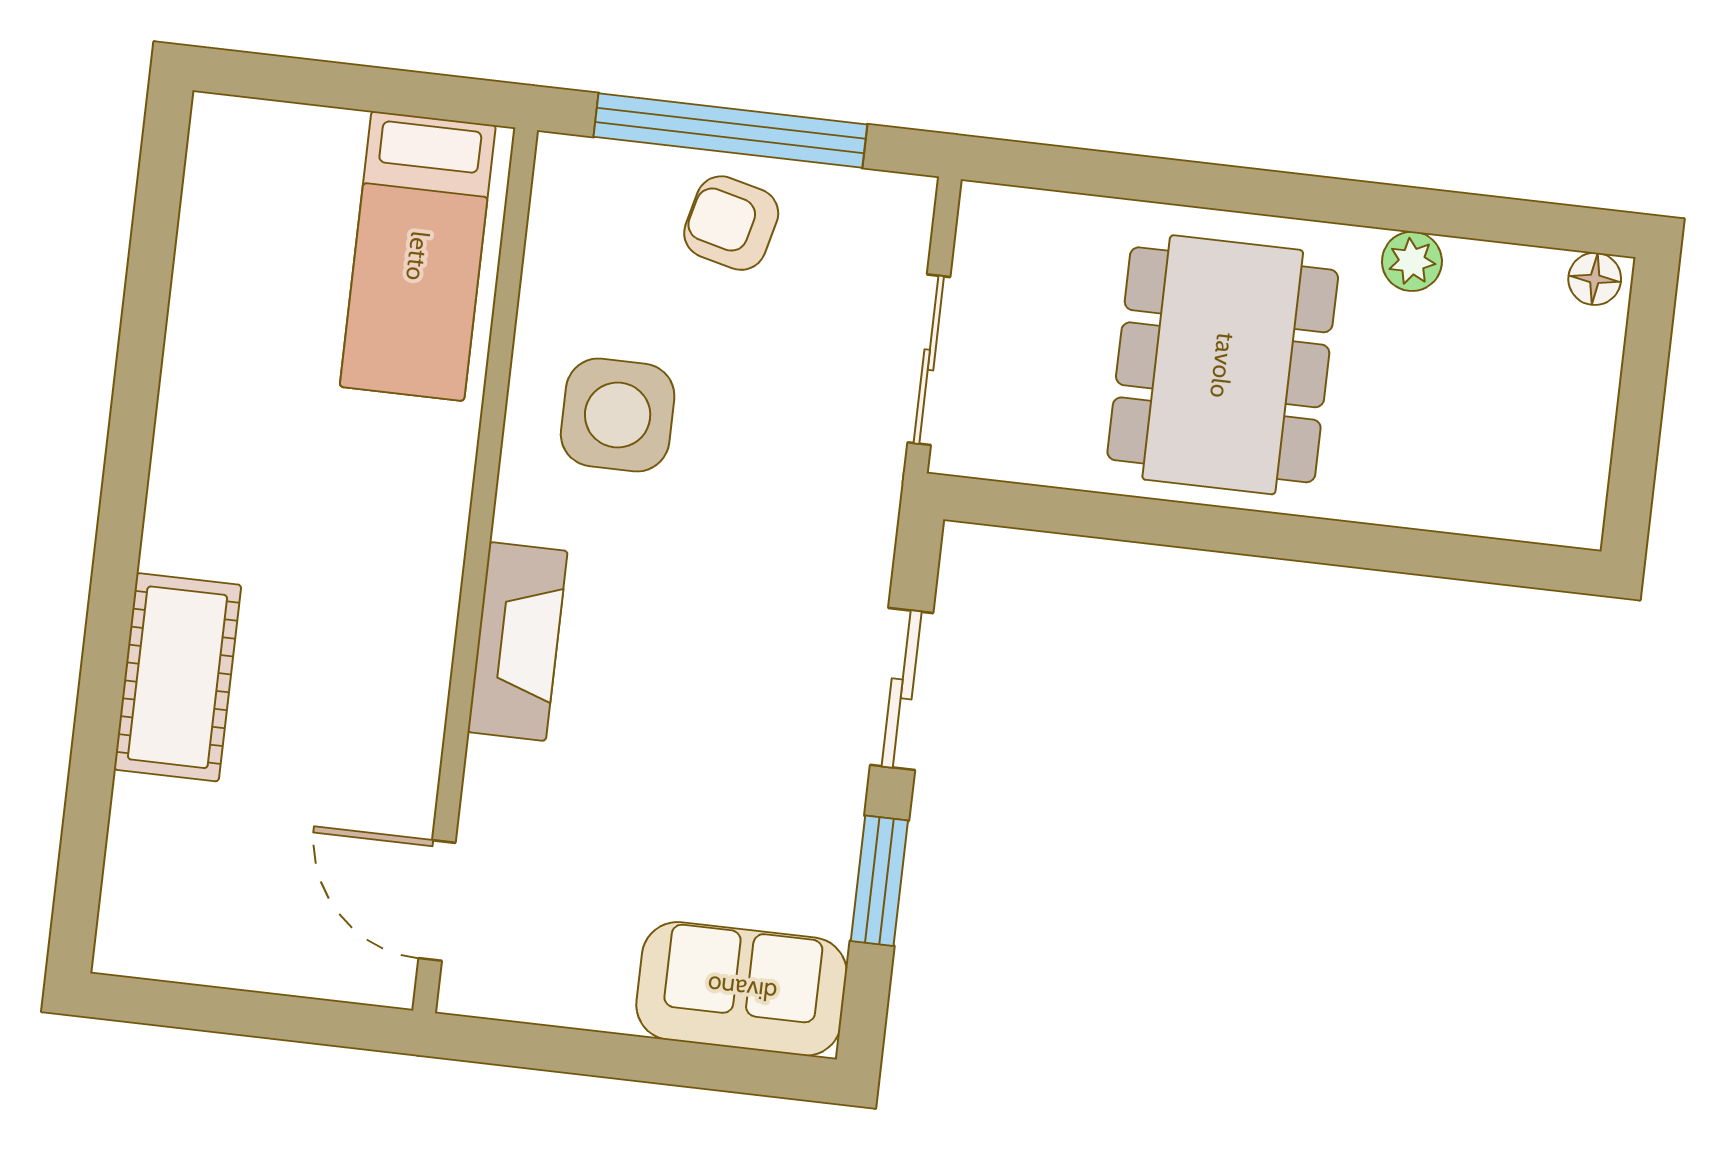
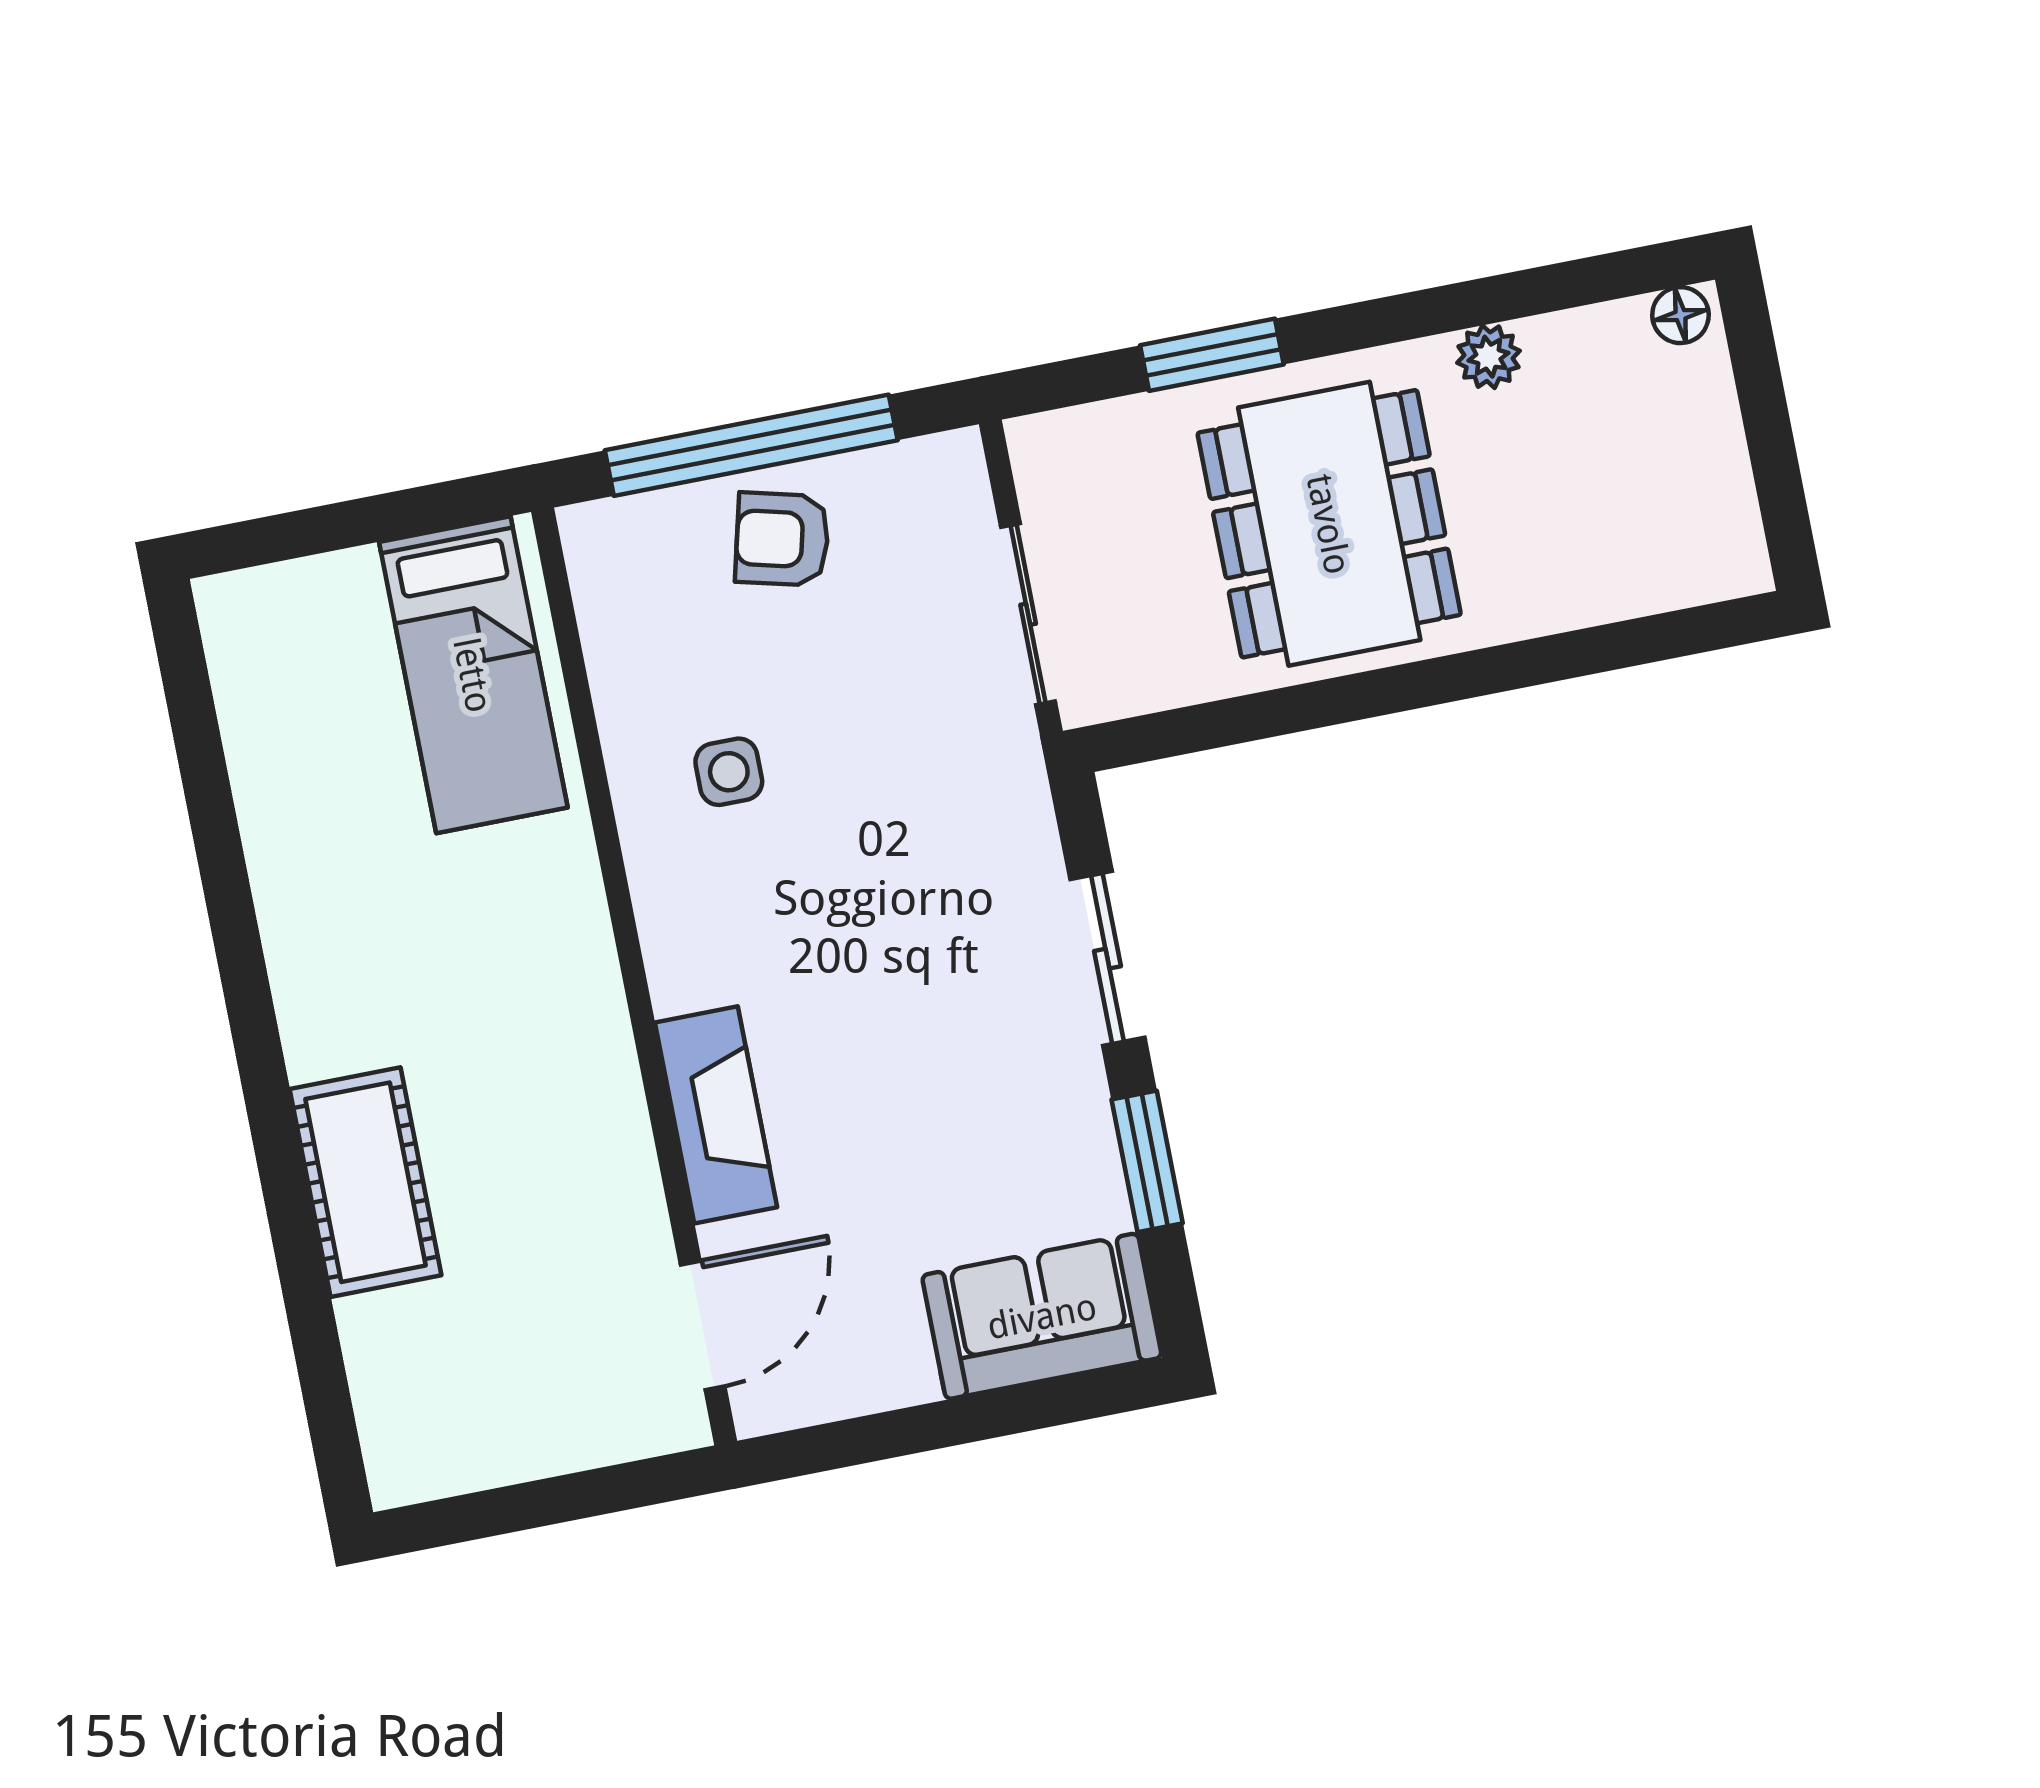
window: (1166, 181) -> (1212, 355), added
side table: (618, 415) -> (729, 772), width x0.54, depth x0.54
fireplace: (517, 641) -> (716, 1115), moved
door: (437, 901) -> (703, 1325), swing flipped

